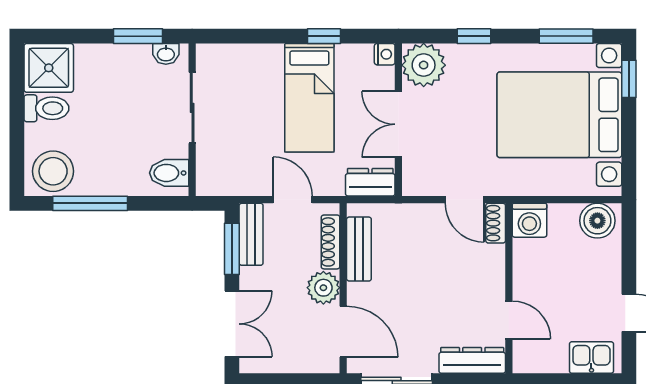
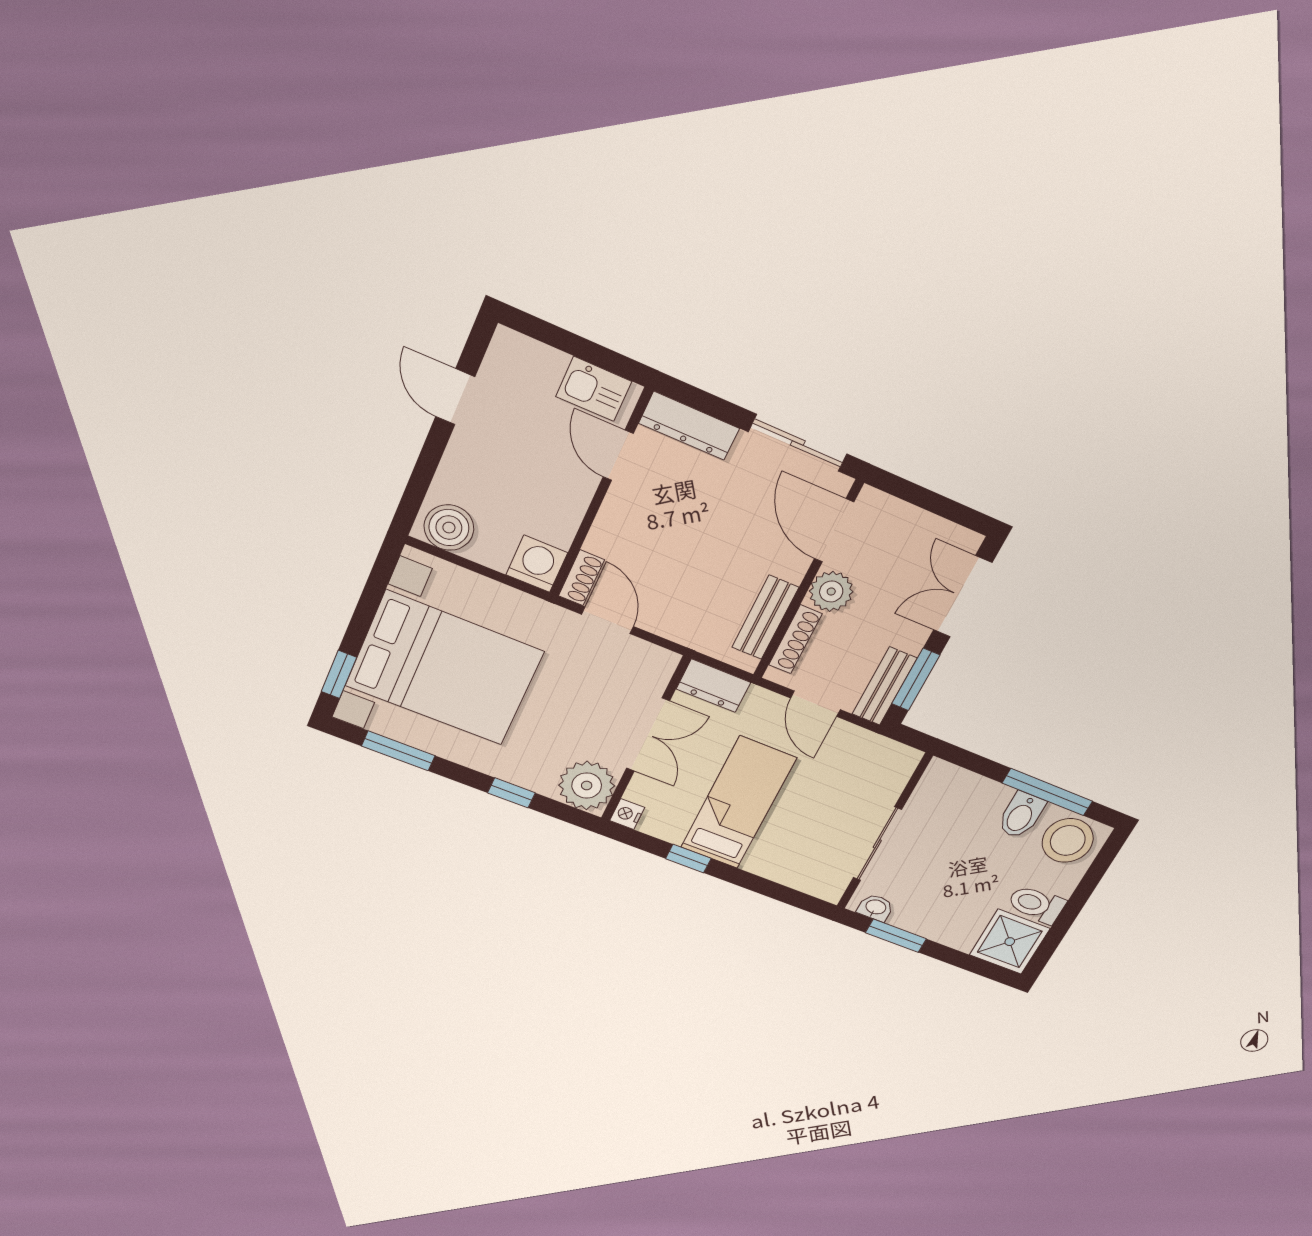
bidet: (169, 173) -> (1021, 815), moved, turned 90
kitchen sink: (591, 357) -> (594, 389), moved

